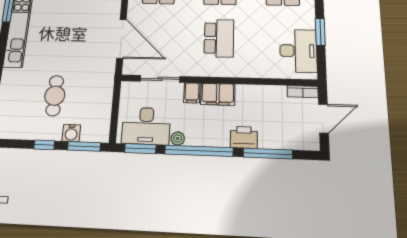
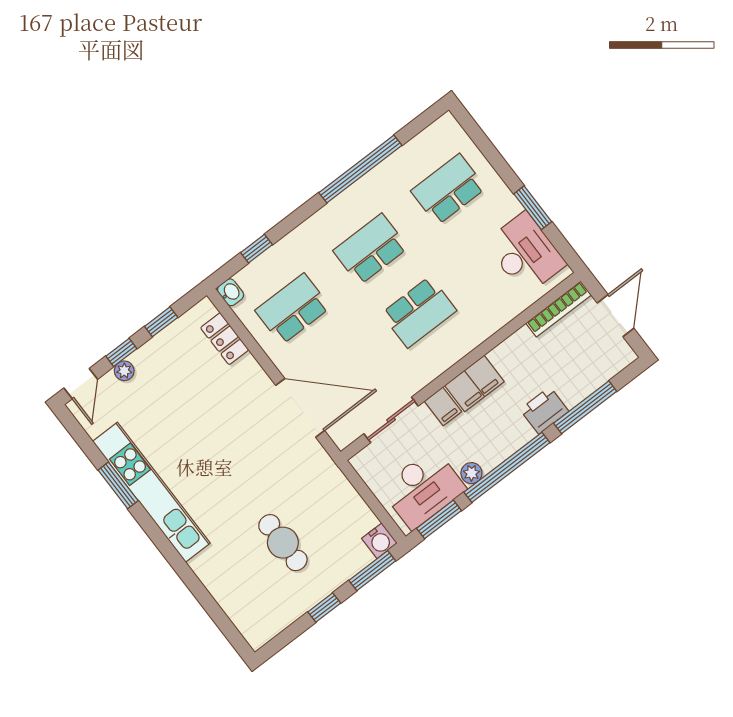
school desk: (219, 38) -> (419, 312), turned 90
bookcase: (303, 92) -> (559, 309), width x1.56
water cooler: (71, 133) -> (379, 541), moved

